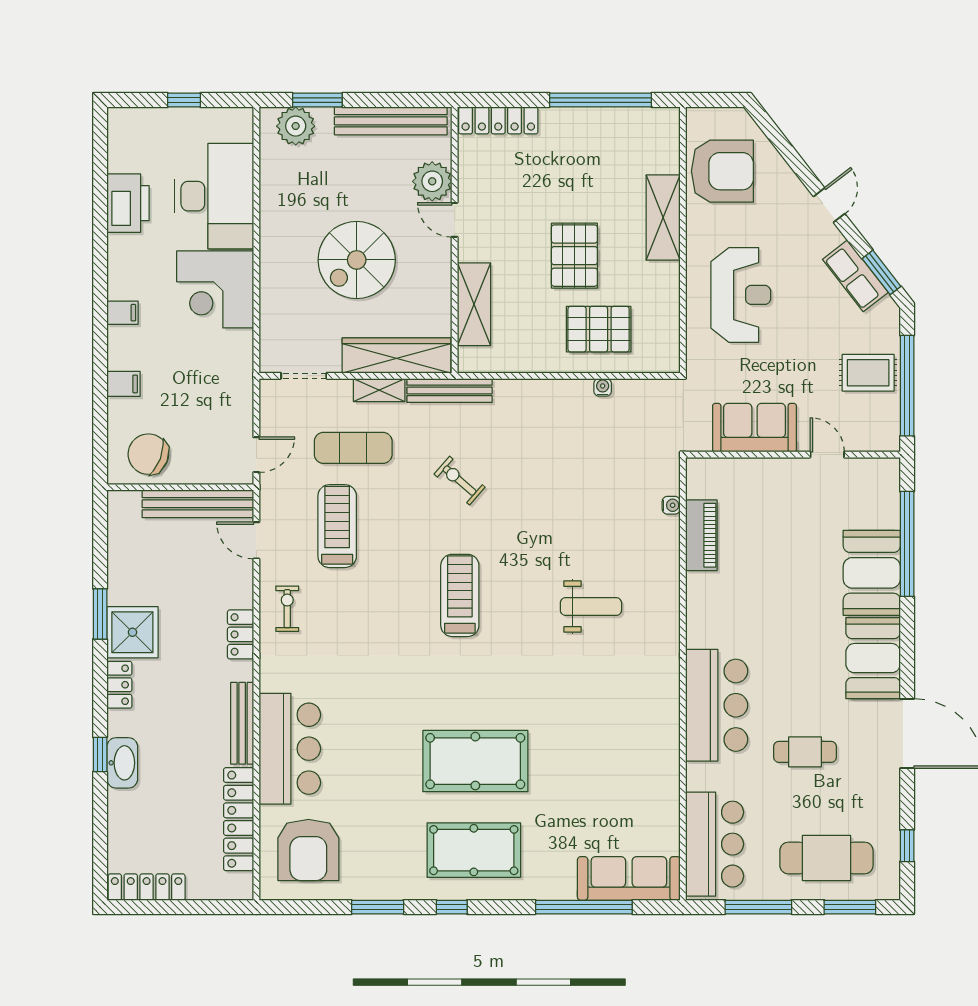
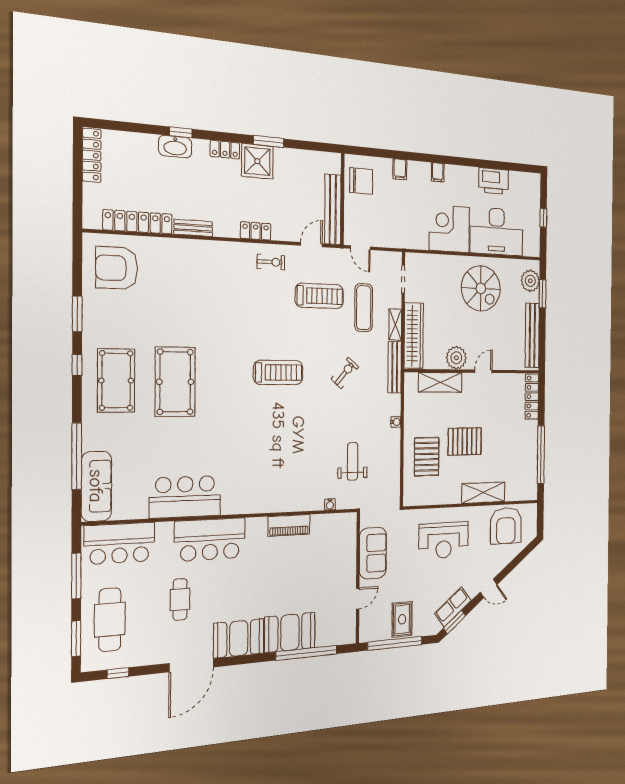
plant: (432, 181) -> (456, 358), moved
spiral stairs: (357, 260) -> (481, 288), moved, turned 180
water cooler: (603, 387) -> (396, 422), moved
chair: (148, 454) -> (361, 181), turned 69
piano: (701, 535) -> (289, 525), moved
weight bench: (591, 607) -> (353, 461), moved, turned 180
bench: (242, 723) -> (193, 228), width x0.73
bar counter: (290, 749) -> (185, 497), moved, turned 180

